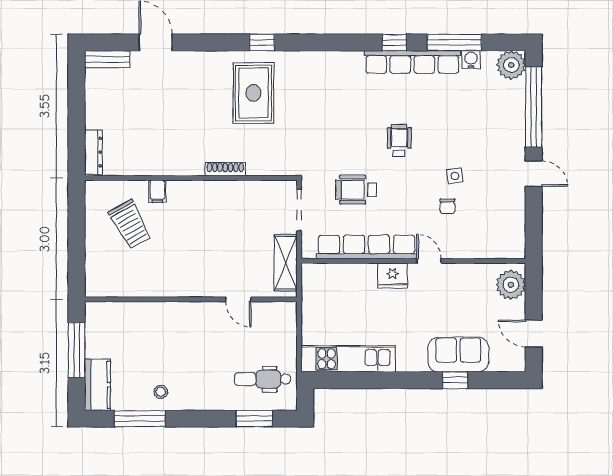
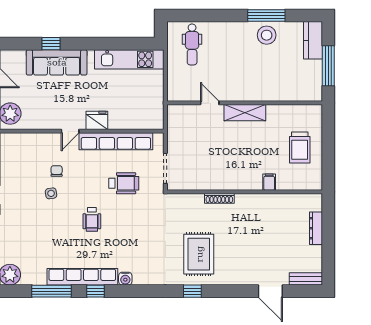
water cooler: (471, 60) -> (125, 279), moved
dresser: (93, 152) -> (316, 228), moved
trolley: (130, 224) -> (300, 148), moved, turned -151
door: (429, 261) -> (70, 131), hinge flipped
shelving: (286, 263) -> (245, 113), moved, turned 90
sofa: (458, 355) -> (57, 62), width x1.36
dental chair: (263, 379) -> (192, 44), turned 90
stool: (161, 392) -> (267, 35), width x1.89, depth x1.89
window: (140, 419) -> (266, 15), moved
window: (254, 419) -> (198, 15), removed

